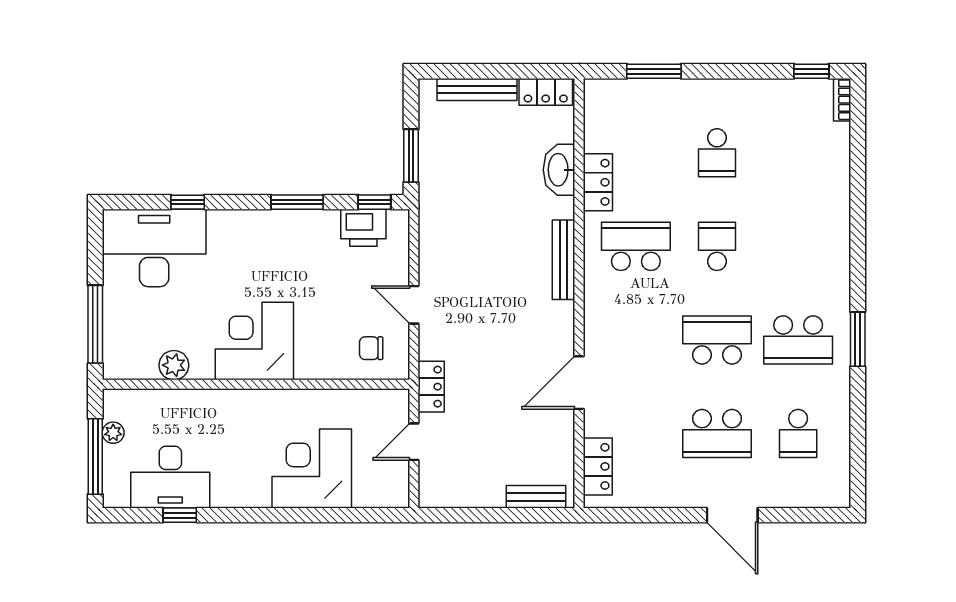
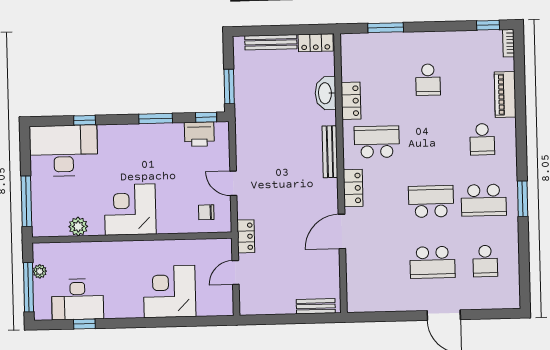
piano: (835, 178) -> (505, 94), added
school desk: (717, 246) -> (482, 139), moved, turned 180
locker: (598, 466) -> (353, 188), moved

